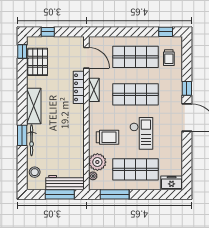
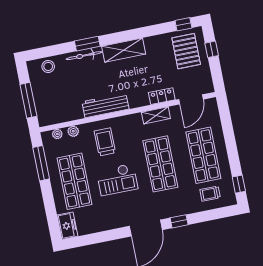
pallet: (38, 62) -> (186, 51), moved, turned 90
locker: (79, 87) -> (162, 96), width x0.66
trolley: (108, 137) -> (105, 142), turned 180
plant: (97, 162) -> (73, 131), width x0.53, depth x0.53
workbench: (65, 183) -> (105, 105), moved, turned -90

